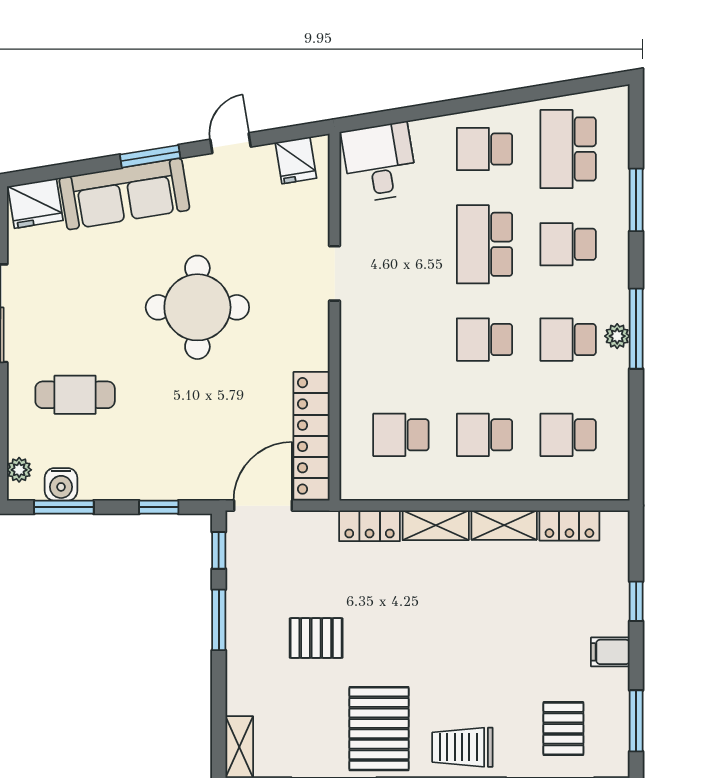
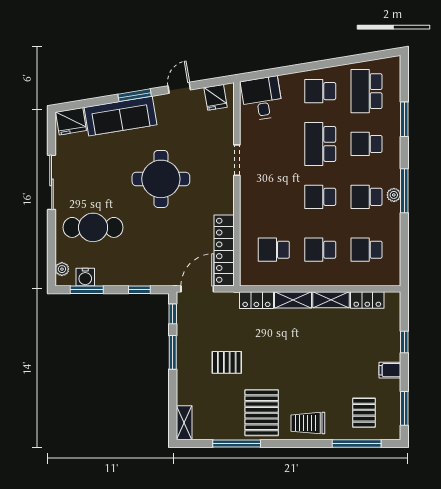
cafe table: (75, 395) -> (93, 227), width x1.37, depth x1.35

